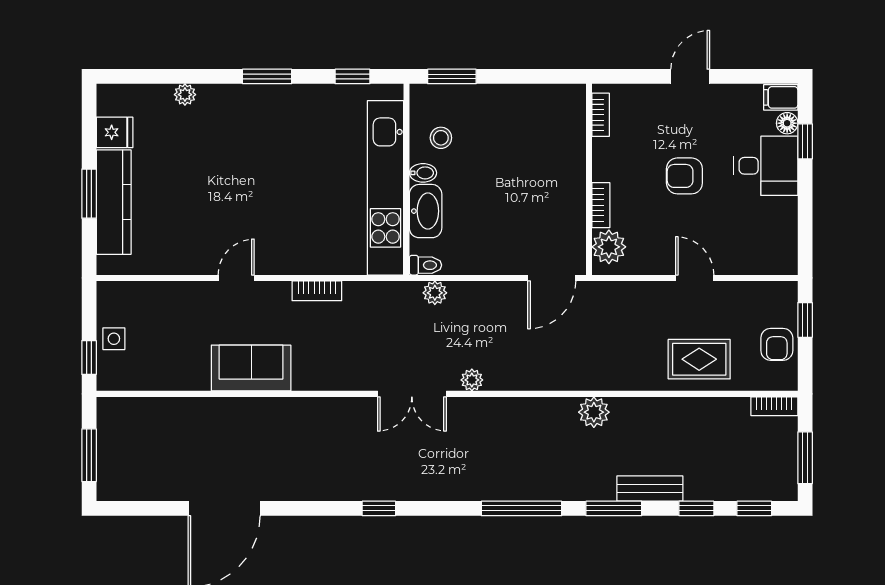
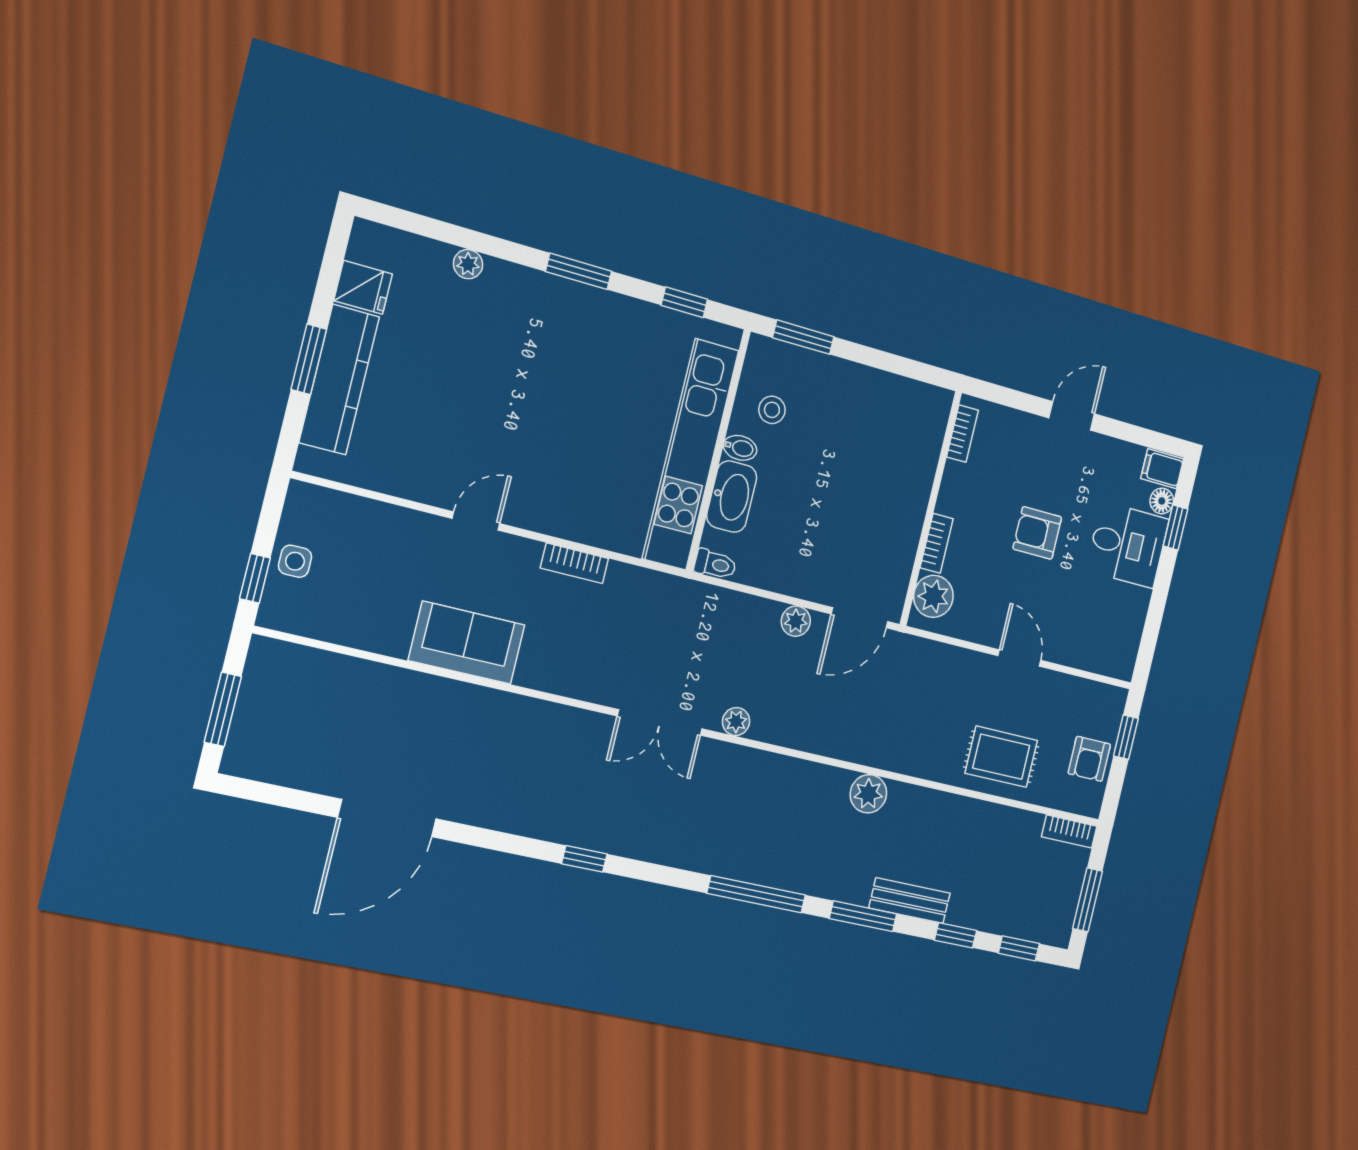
plant: (435, 293) -> (796, 621), moved

